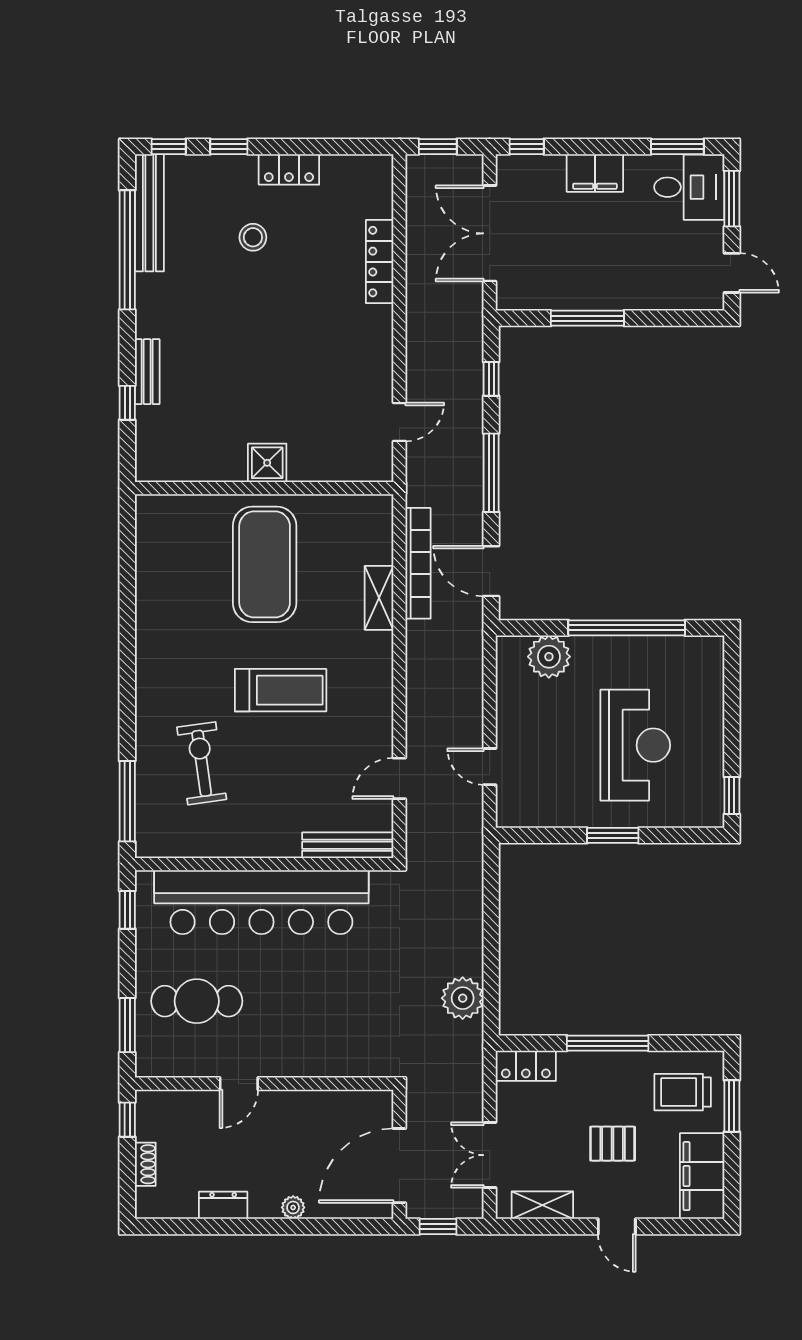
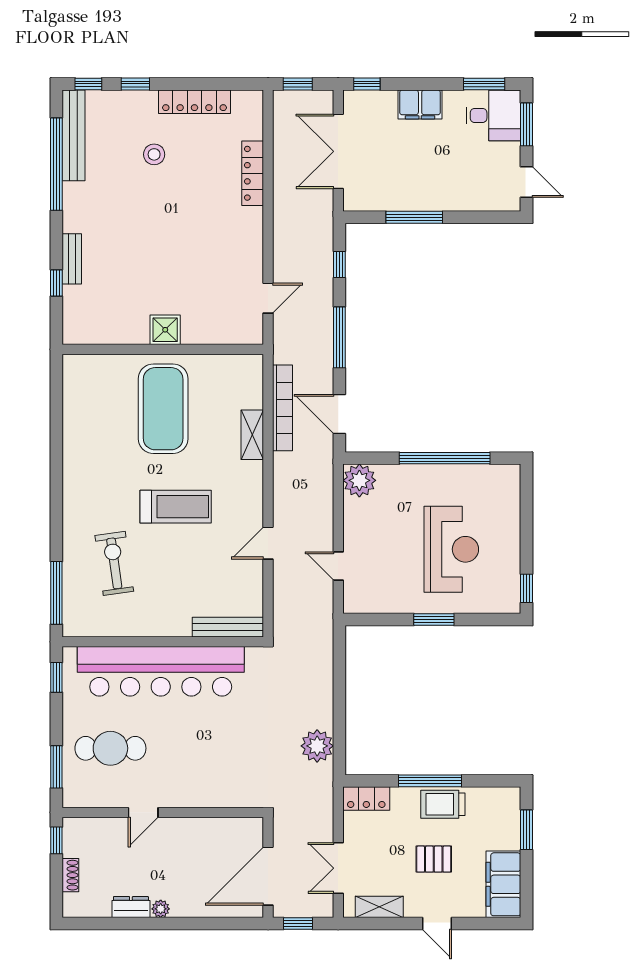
locker: (289, 169) -> (194, 102), width x1.53
plant: (549, 657) -> (359, 480), moved
door: (399, 778) -> (268, 543), moved
trolley: (683, 1092) -> (443, 804), moved
plant: (293, 1207) -> (161, 909), moved

